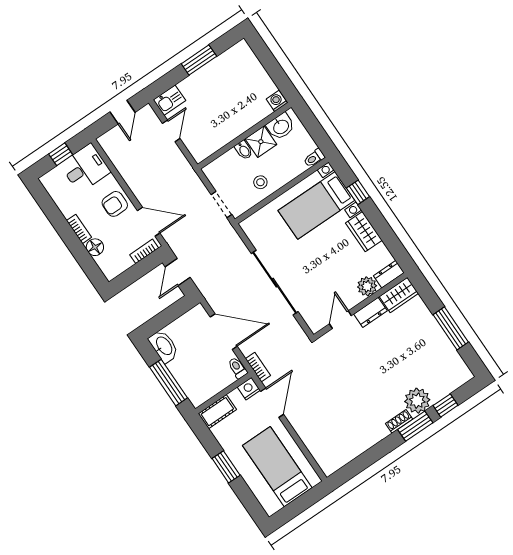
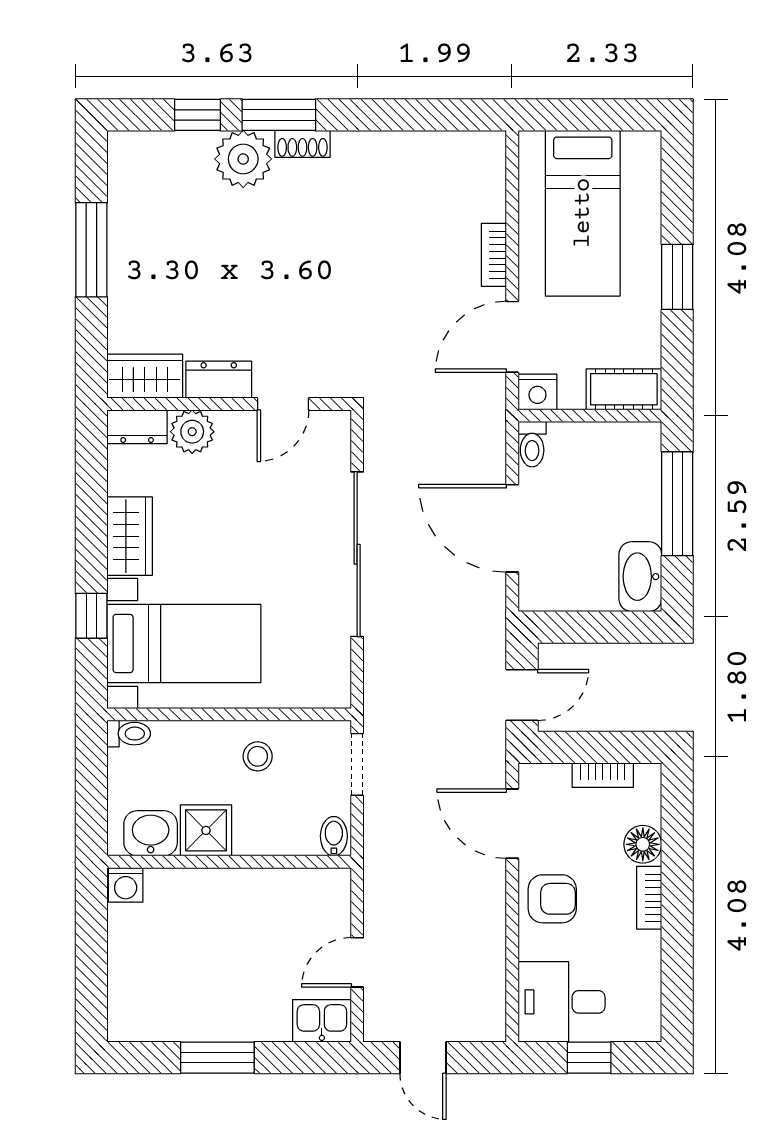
door: (123, 112) -> (423, 1058), swing flipped
bidet: (244, 150) -> (334, 836), moved
bookcase: (144, 251) -> (603, 775), moved
bookcase: (258, 367) -> (494, 255), moved

